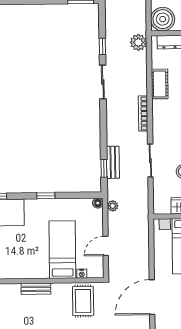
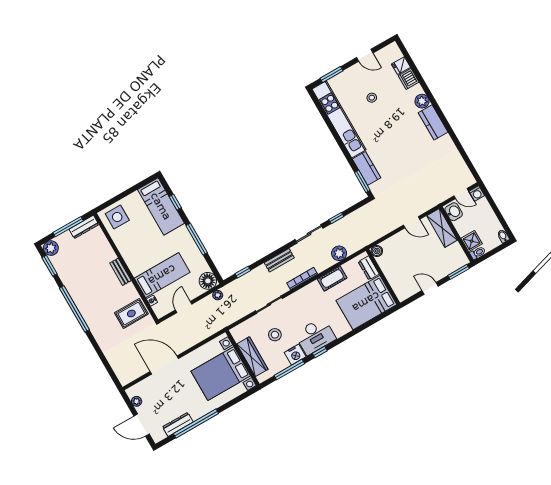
boiler: (163, 19) -> (377, 251), width x0.54, depth x0.54
plant: (138, 42) -> (339, 253), moved
bench: (113, 162) -> (279, 260), moved
window: (46, 196) -> (197, 239), width x2.17
floor lamp: (98, 203) -> (208, 281), width x1.89, depth x1.89
door: (106, 246) -> (184, 307), hinge flipped

